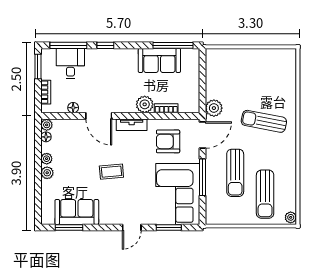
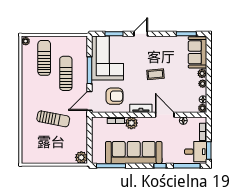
sofa: (159, 60) -> (134, 152), width x1.85, depth x1.27
desk: (70, 64) -> (196, 152), moved, turned -90
plant: (214, 108) -> (81, 157), moved
sun lounger: (264, 121) -> (53, 119), moved
sofa: (77, 212) -> (198, 52), moved, turned 90

